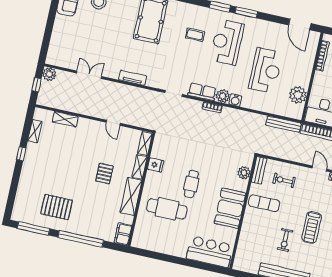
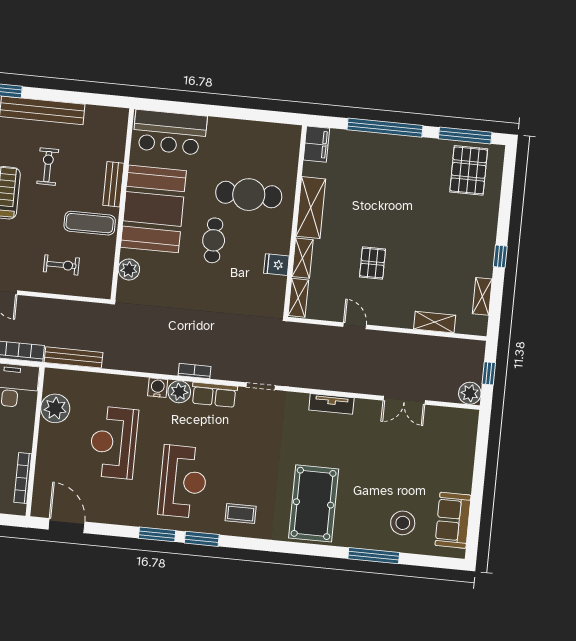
coffee table: (195, 35) -> (241, 514), moved
bench: (259, 170) -> (113, 184), moved
pallet: (104, 174) -> (373, 263), moved
pallet: (56, 207) -> (469, 170), moved, turned 90
booth: (230, 208) -> (153, 209), width x1.36, depth x1.42

